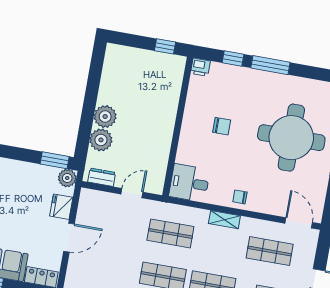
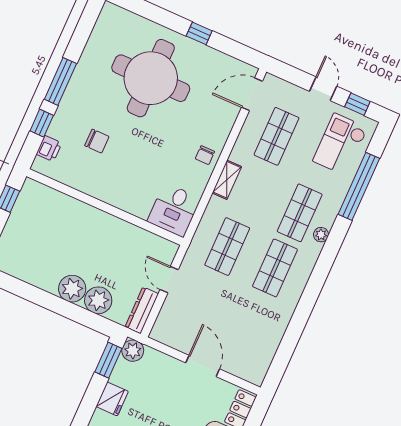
printer: (200, 67) -> (49, 149), moved
chair: (222, 126) -> (97, 141), moved, turned 90
dresser: (102, 177) -> (142, 310), width x1.44
fridge: (61, 207) -> (112, 399), moved, turned -90

